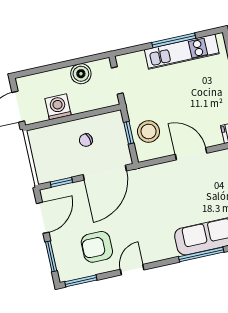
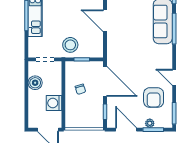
stool: (149, 131) -> (70, 45), moved
door: (191, 154) -> (105, 21), hinge flipped
plant: (59, 249) -> (150, 123), added

